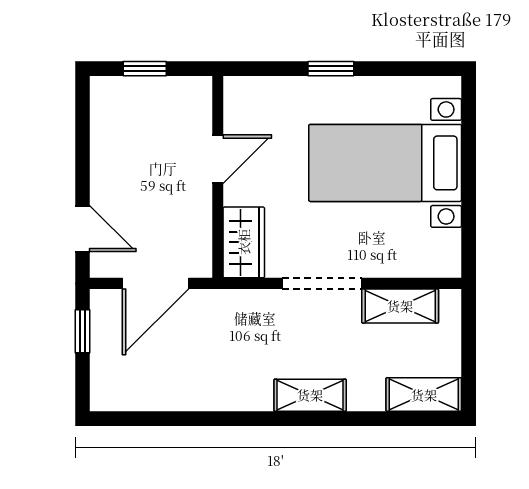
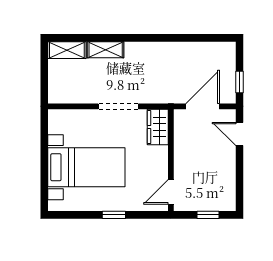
door: (218, 159) -> (171, 192), moved
shelving: (400, 306) -> (79, 95), removed
shelving: (310, 395) -> (106, 50), moved

